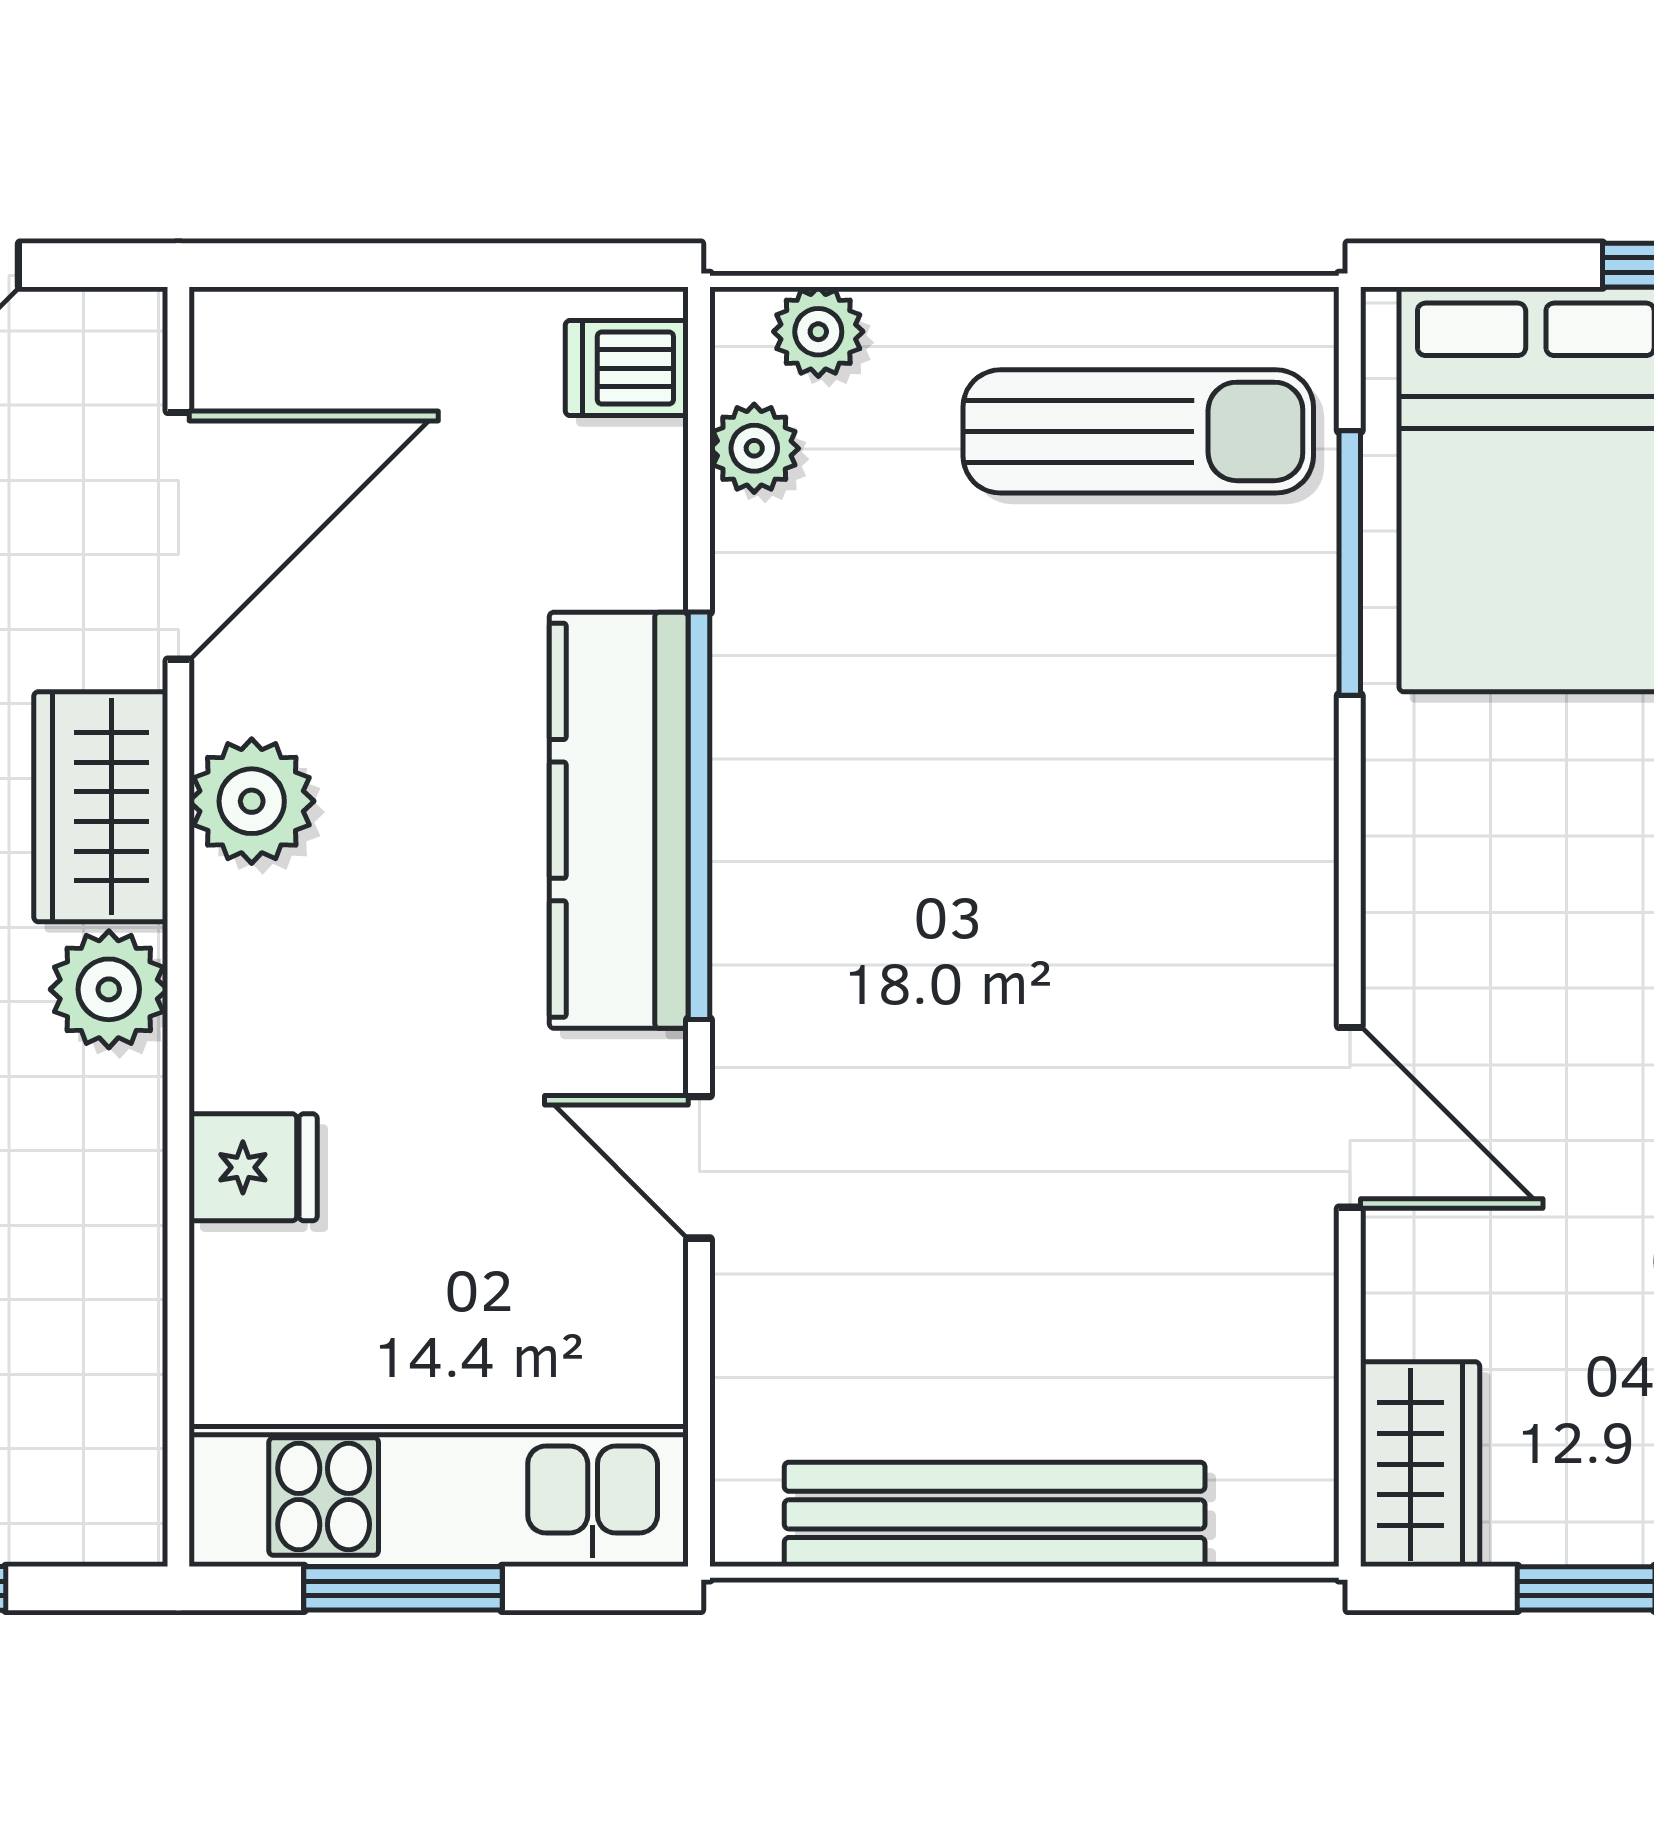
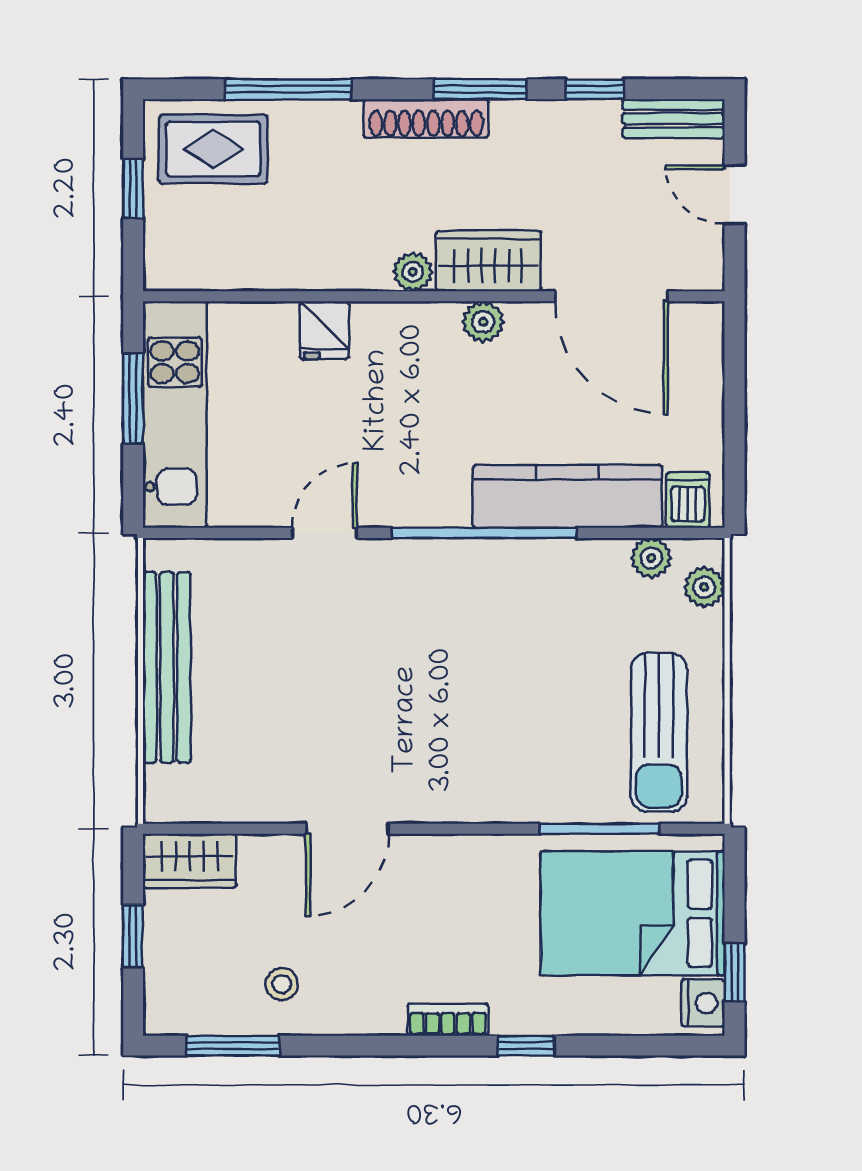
plant: (252, 801) -> (483, 322), width x0.73, depth x0.73
kitchen counter: (619, 820) -> (568, 496), moved
plant: (109, 989) -> (413, 272), width x0.73, depth x0.73

